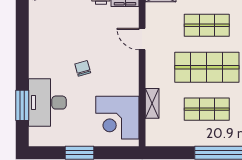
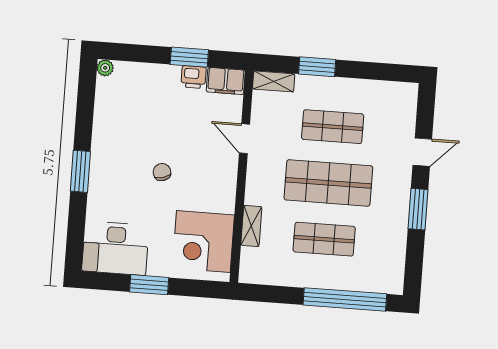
desk: (47, 103) -> (115, 248), moved, turned -90
window: (22, 105) -> (80, 171), moved

